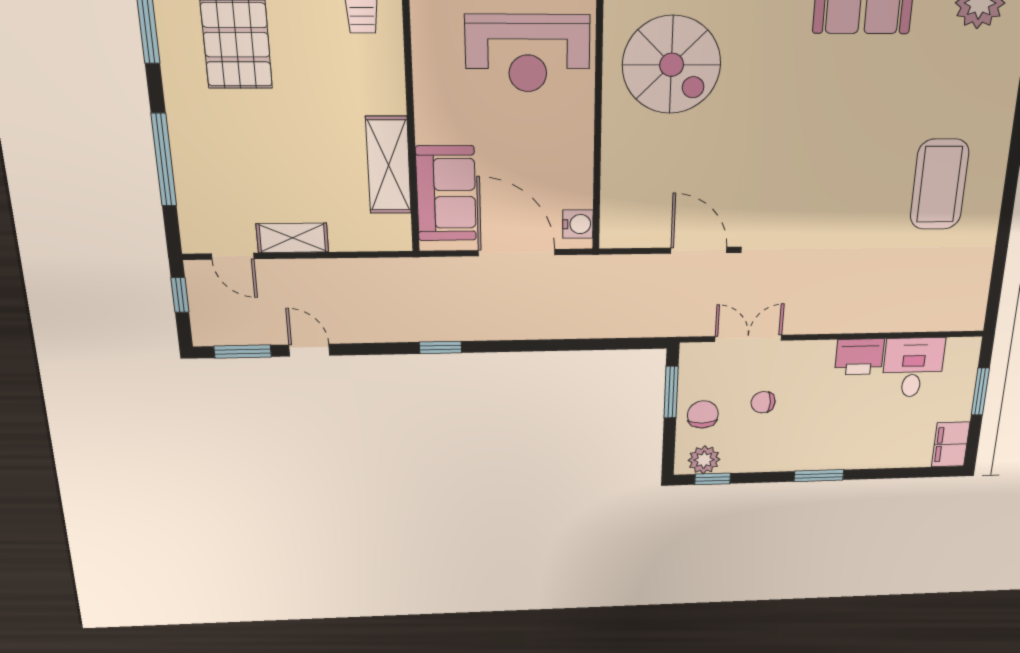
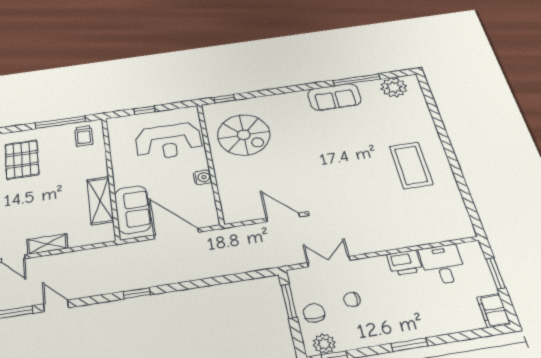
water cooler: (578, 224) -> (202, 177), moved

